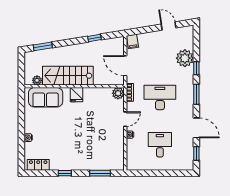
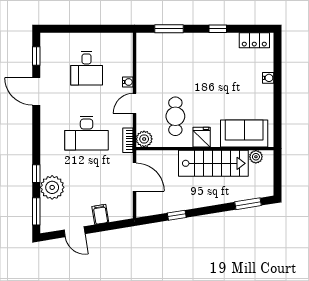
filing cabinet: (132, 41) -> (100, 214), moved
window: (196, 94) -> (36, 211), moved
cafe table: (95, 110) -> (175, 116), added

